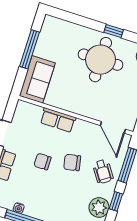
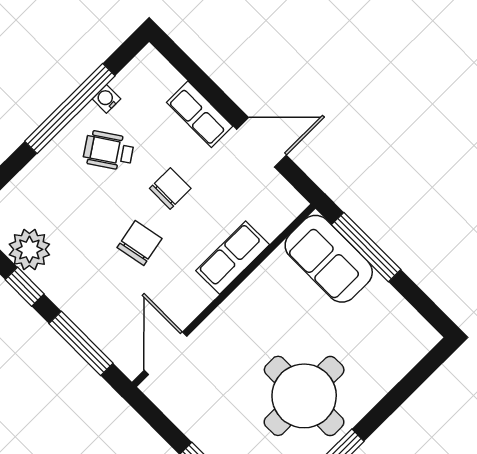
window: (30, 49) -> (366, 247), moved
door: (113, 127) -> (166, 353), hinge flipped
wheelchair: (103, 172) -> (109, 151), moved

